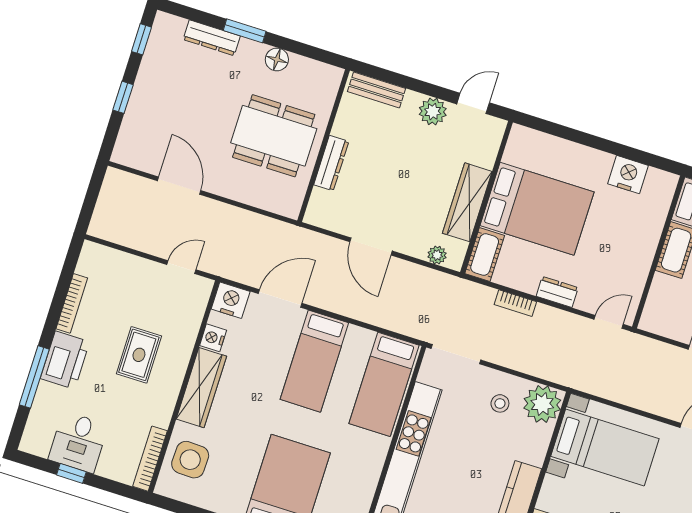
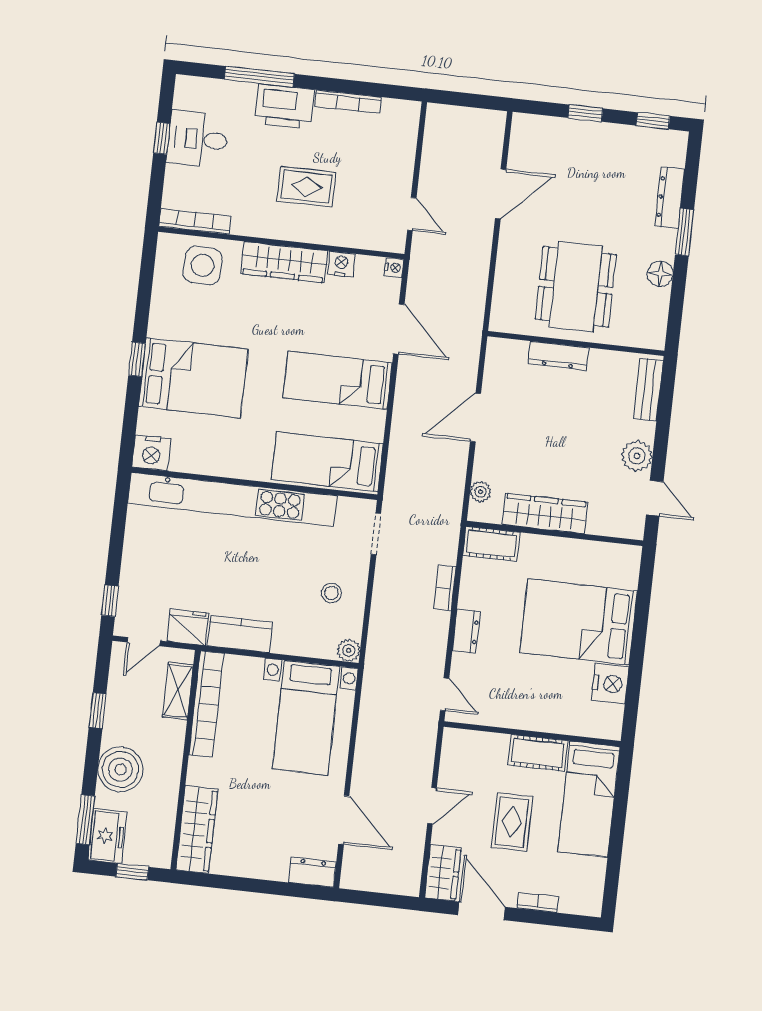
bed: (537, 209) -> (579, 622), moved, turned 90
nightstand: (231, 300) -> (394, 268), width x0.53, depth x0.56
doorway: (456, 354) -> (376, 534), width x0.73
plant: (542, 404) -> (349, 650), width x0.53, depth x0.53

